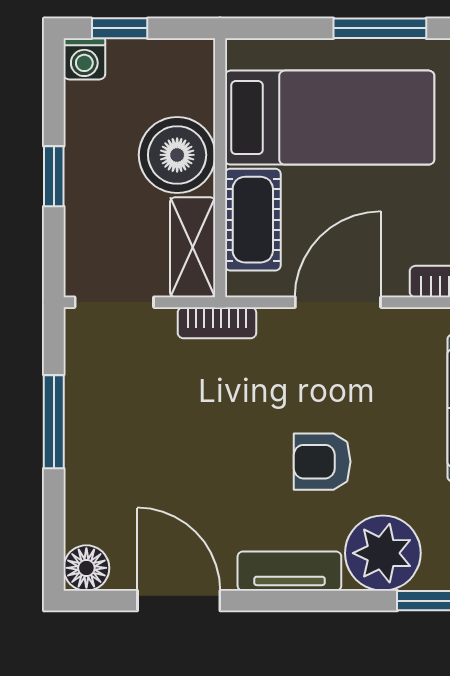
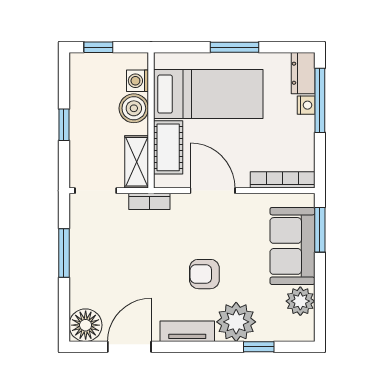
washing machine: (84, 59) -> (138, 81), moved, turned 90
boiler: (177, 155) -> (134, 108), width x0.73, depth x0.73
door: (338, 302) -> (213, 191), hinge flipped
floor lamp: (86, 568) -> (86, 325), width x1.38, depth x1.38
door: (179, 601) -> (129, 347), hinge flipped

